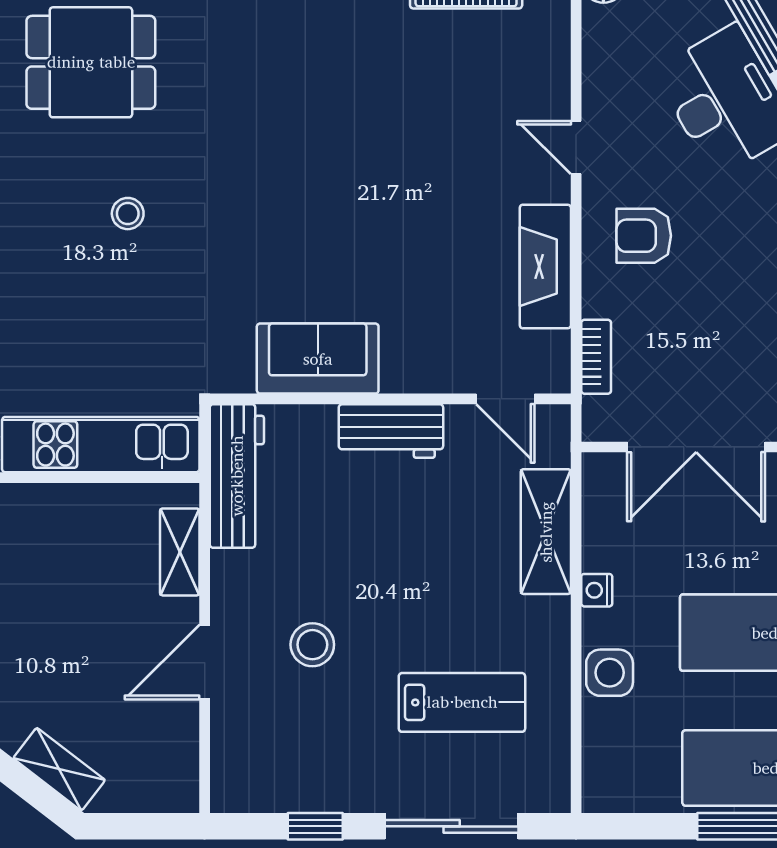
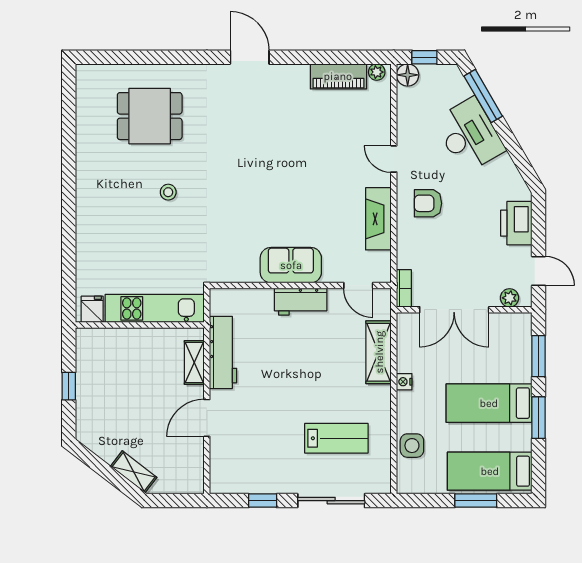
bookcase: (596, 357) -> (404, 288), moved
sofa: (318, 359) -> (291, 265), moved
workbench: (237, 476) -> (223, 352), moved
stool: (312, 645) -> (261, 409), removed
side table: (610, 673) -> (412, 446), moved

